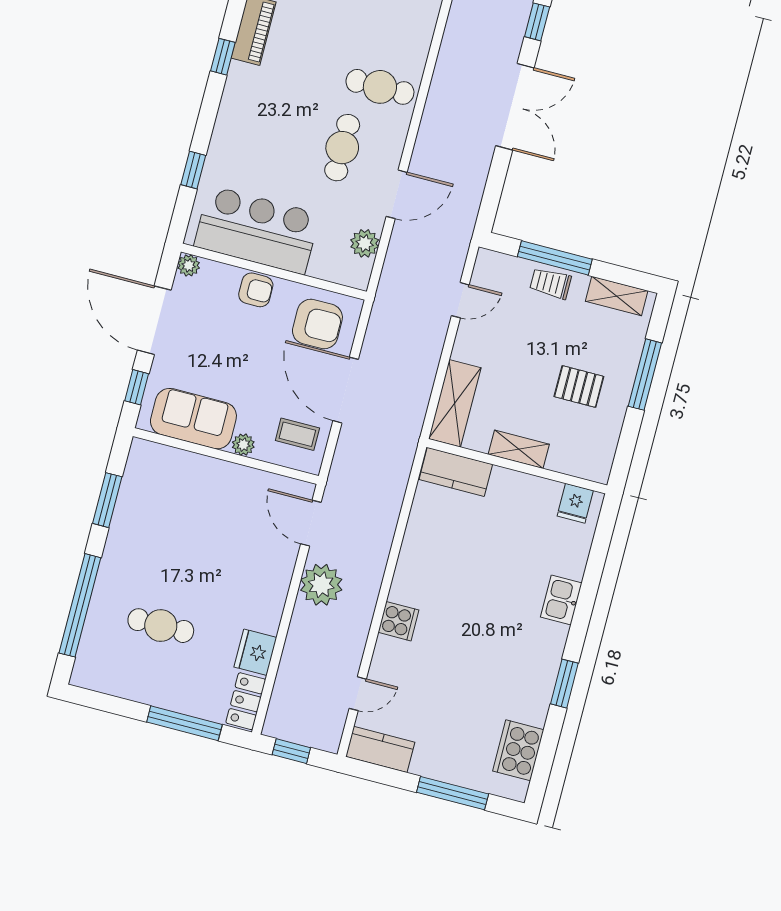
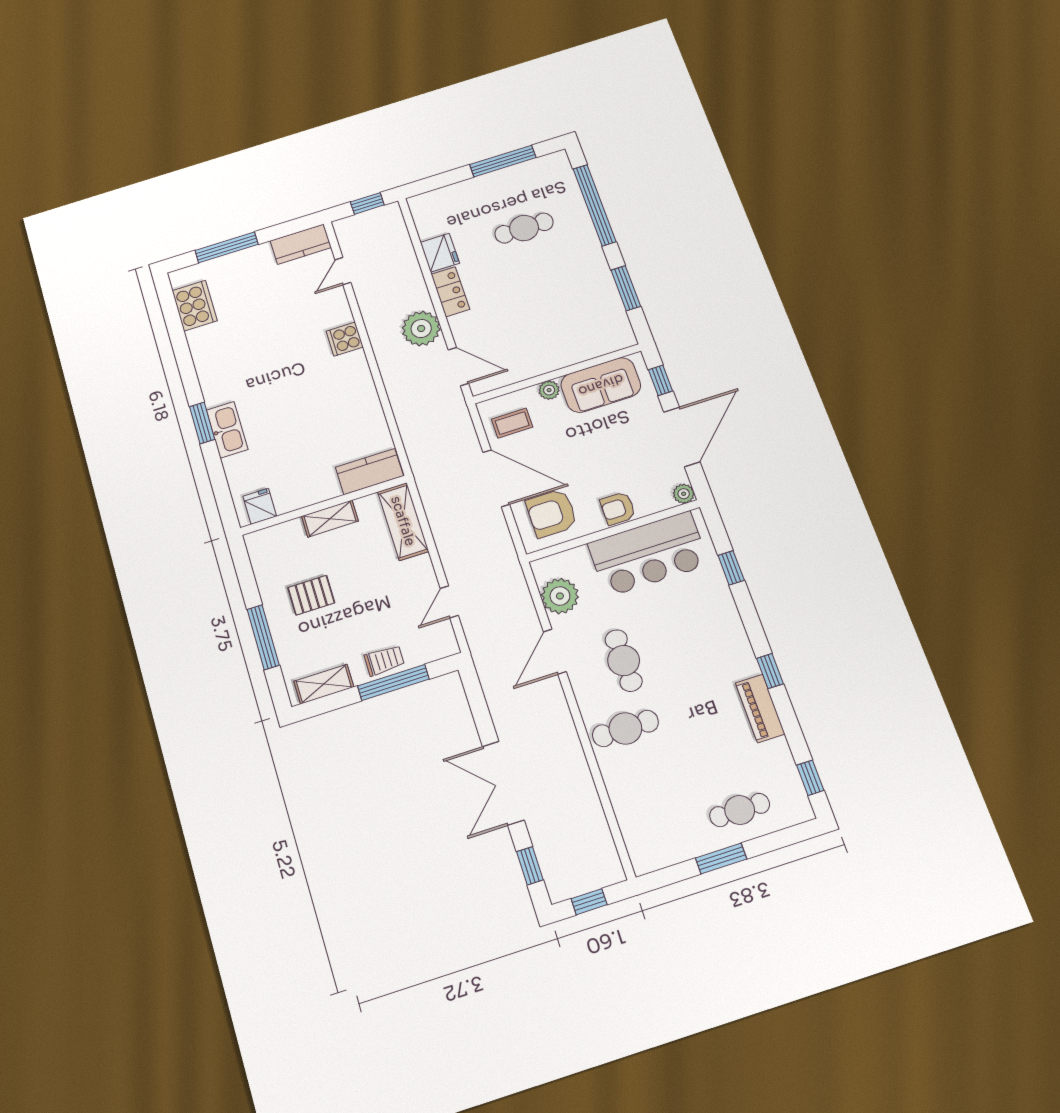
plant: (365, 243) -> (560, 596), width x1.36, depth x1.36
door: (154, 320) -> (682, 437), hinge flipped
kitchen sink: (561, 600) -> (227, 430), width x1.38
window: (564, 684) -> (202, 423), moved
locker: (246, 701) -> (450, 292), moved
window: (184, 723) -> (503, 161), moved

